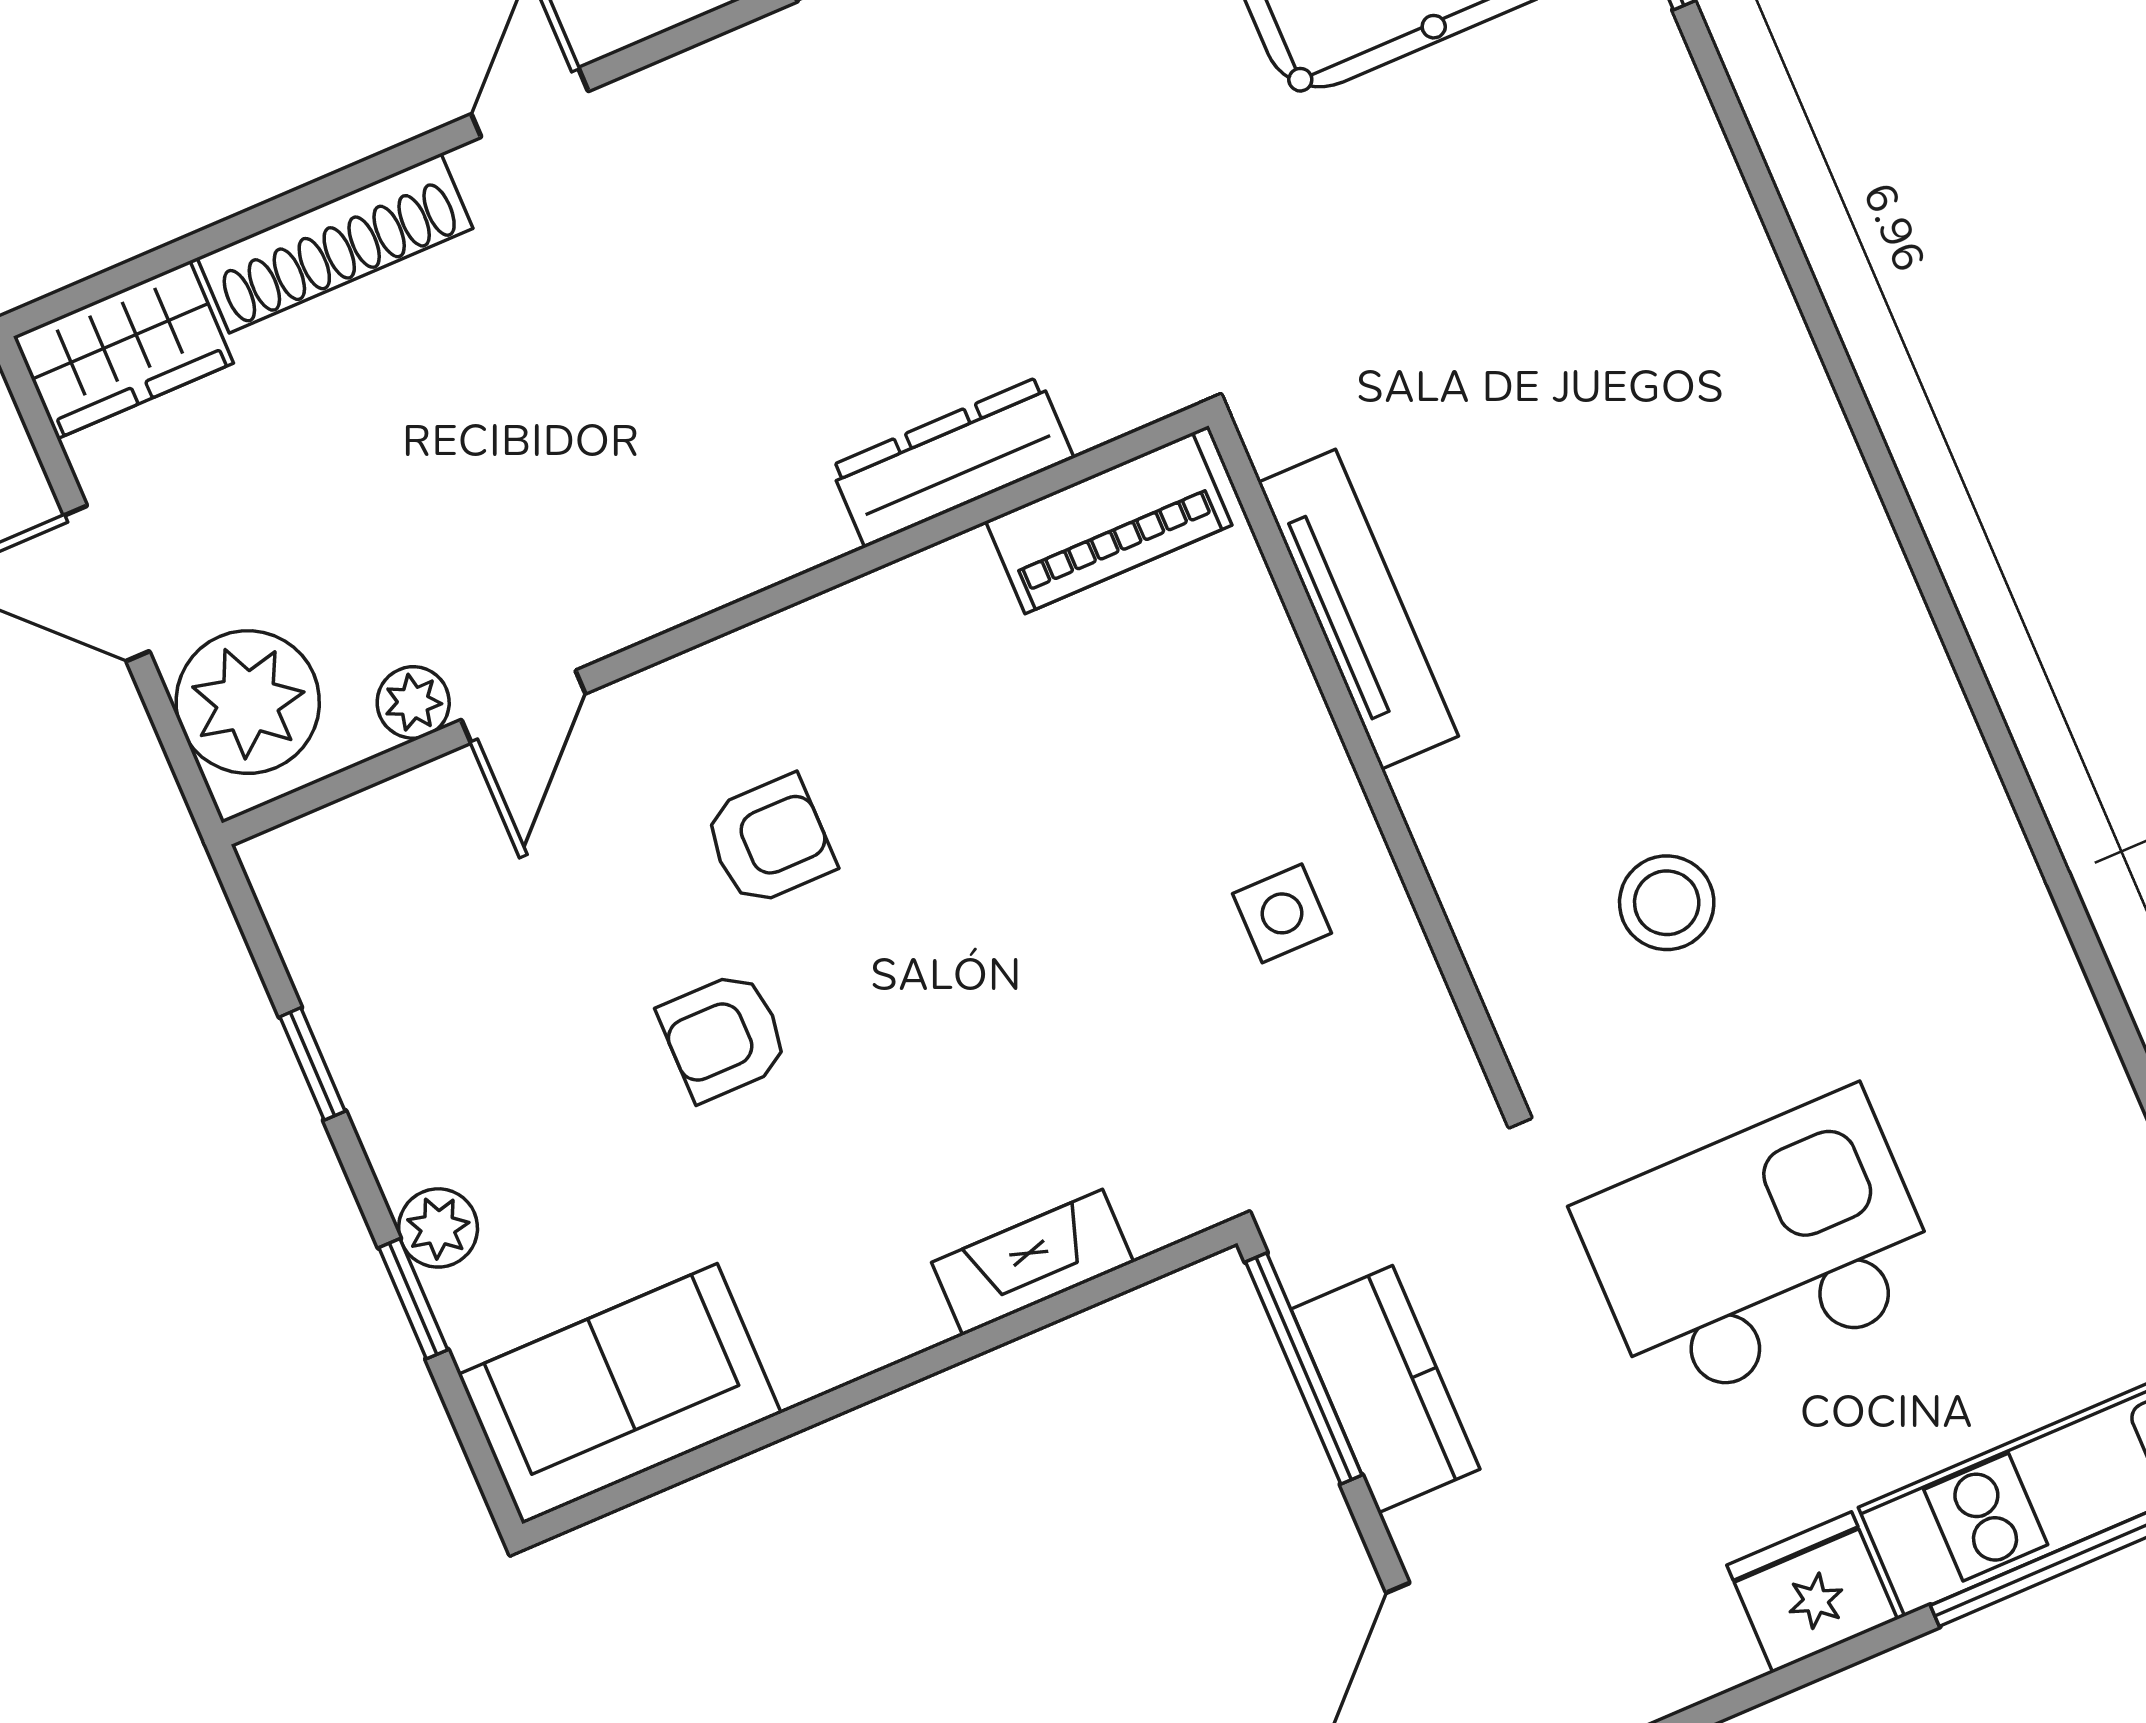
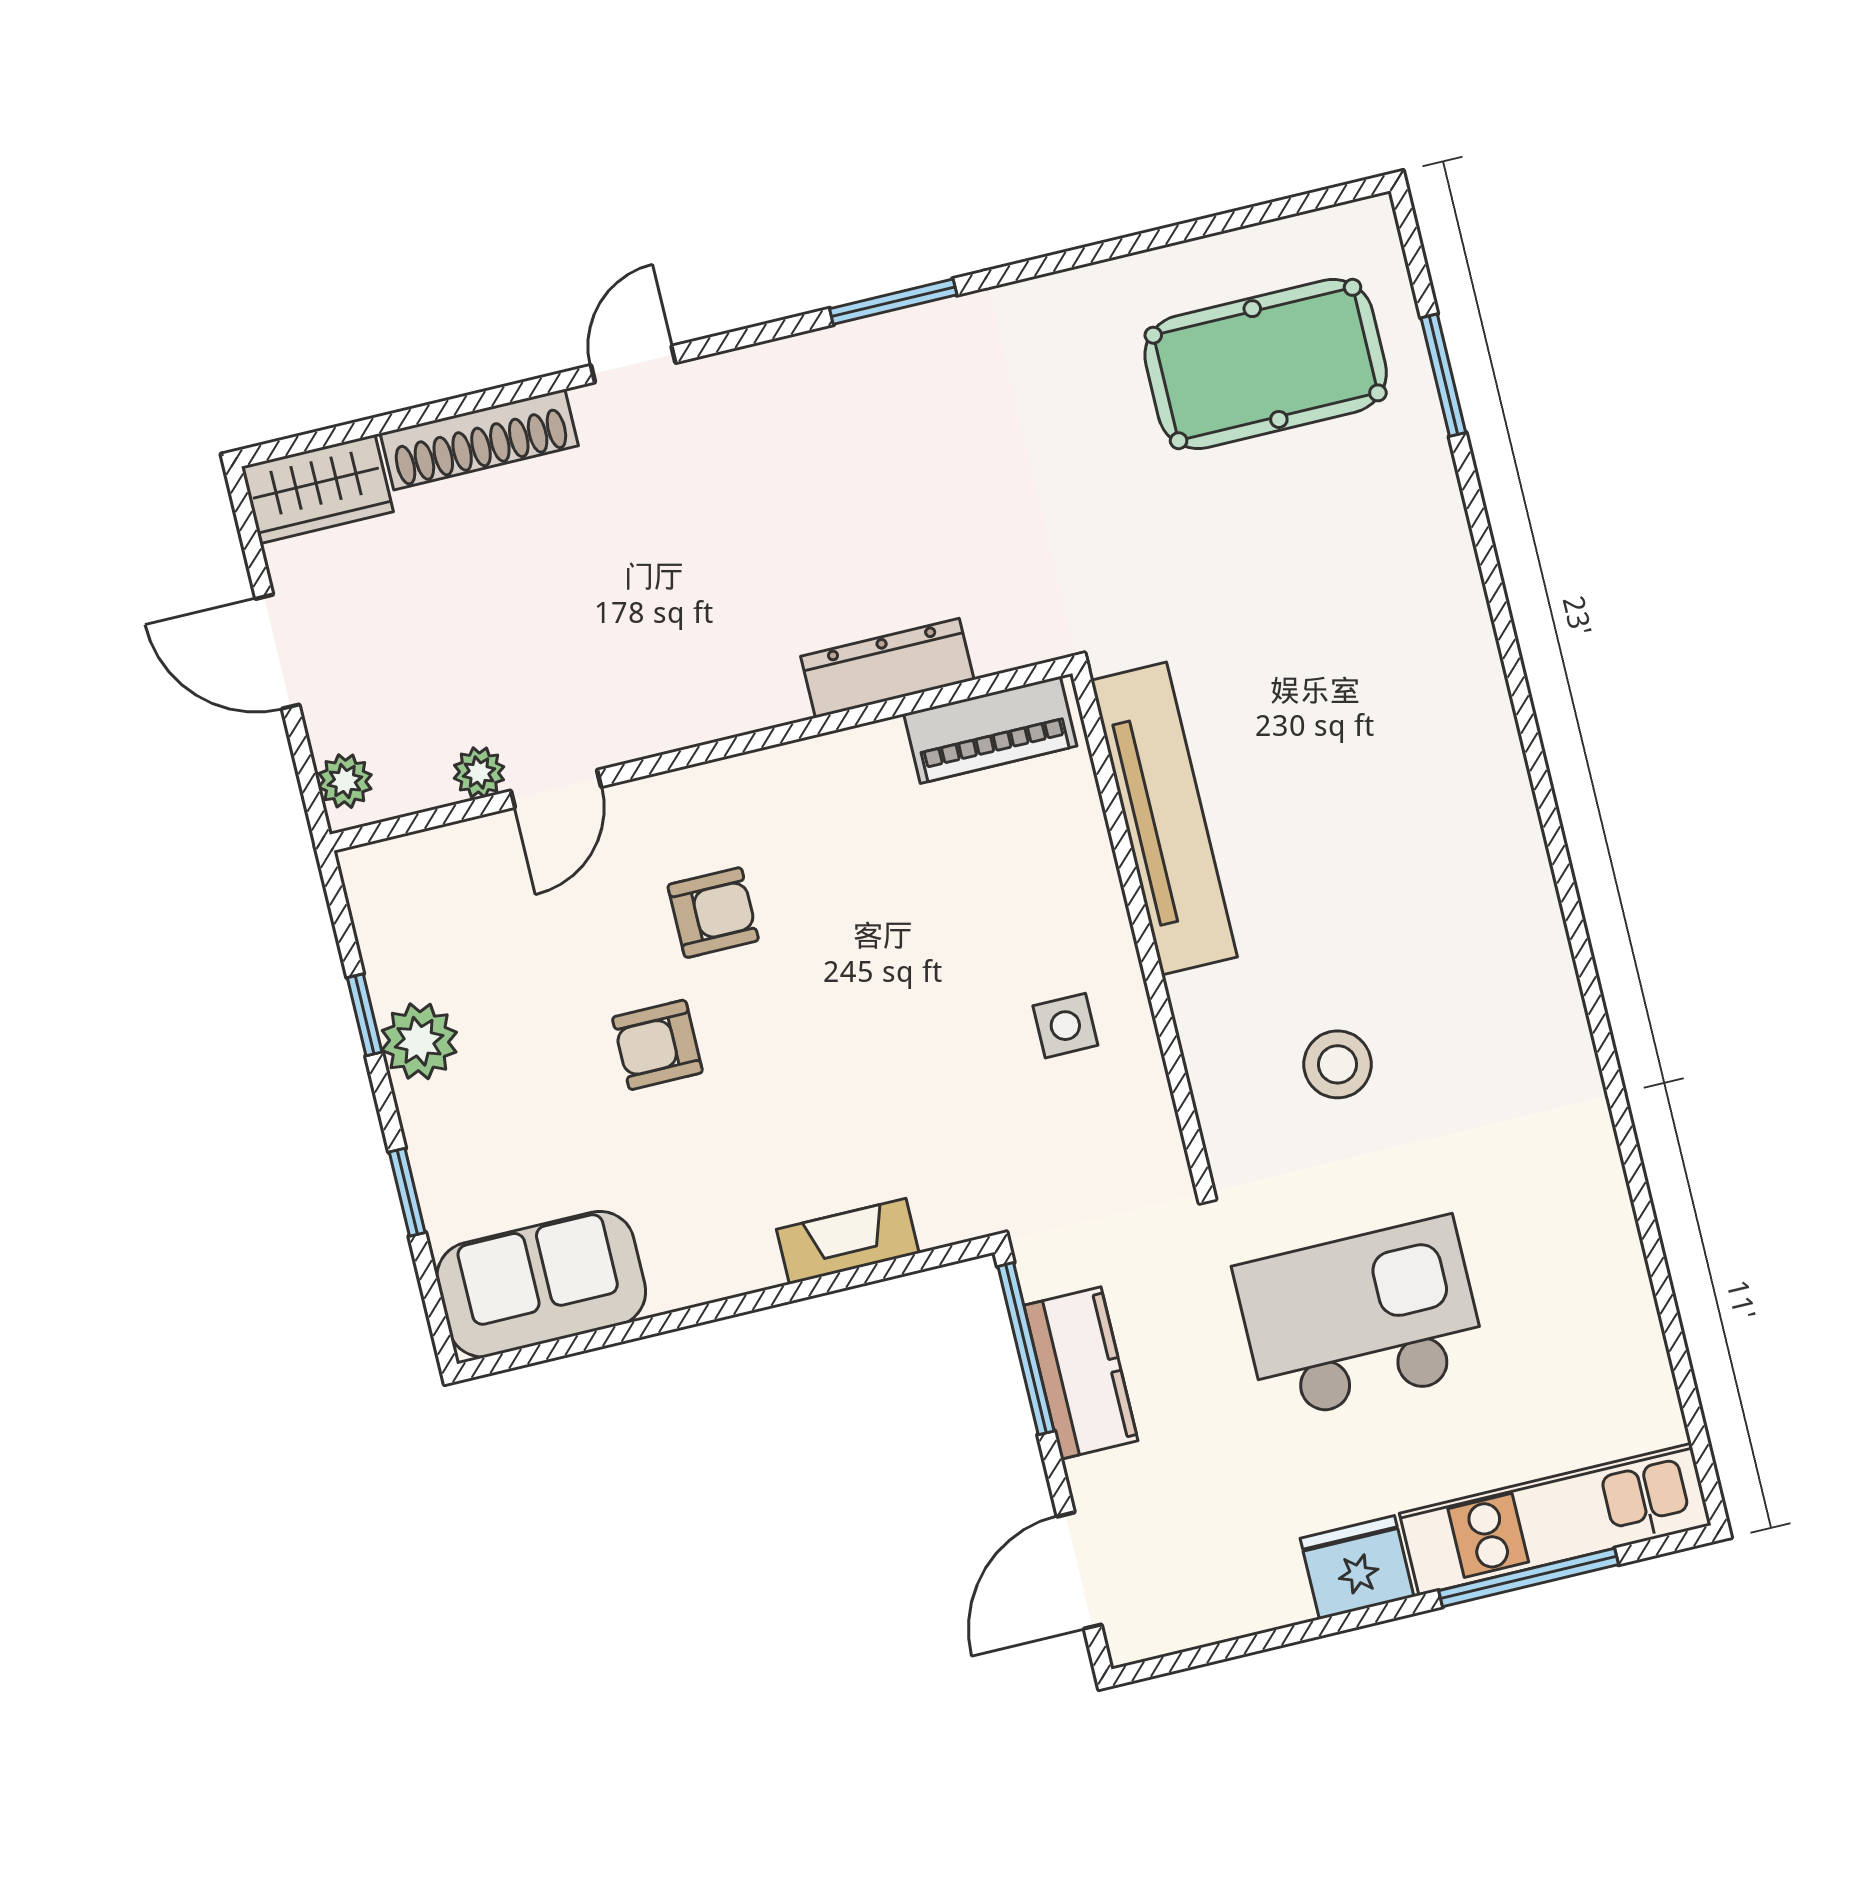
tv unit: (1358, 609) -> (1164, 819), width x1.36, depth x1.29
plant: (248, 702) -> (345, 781), width x0.53, depth x0.53
plant: (438, 1228) -> (419, 1041), moved, width x1.38, depth x1.38

